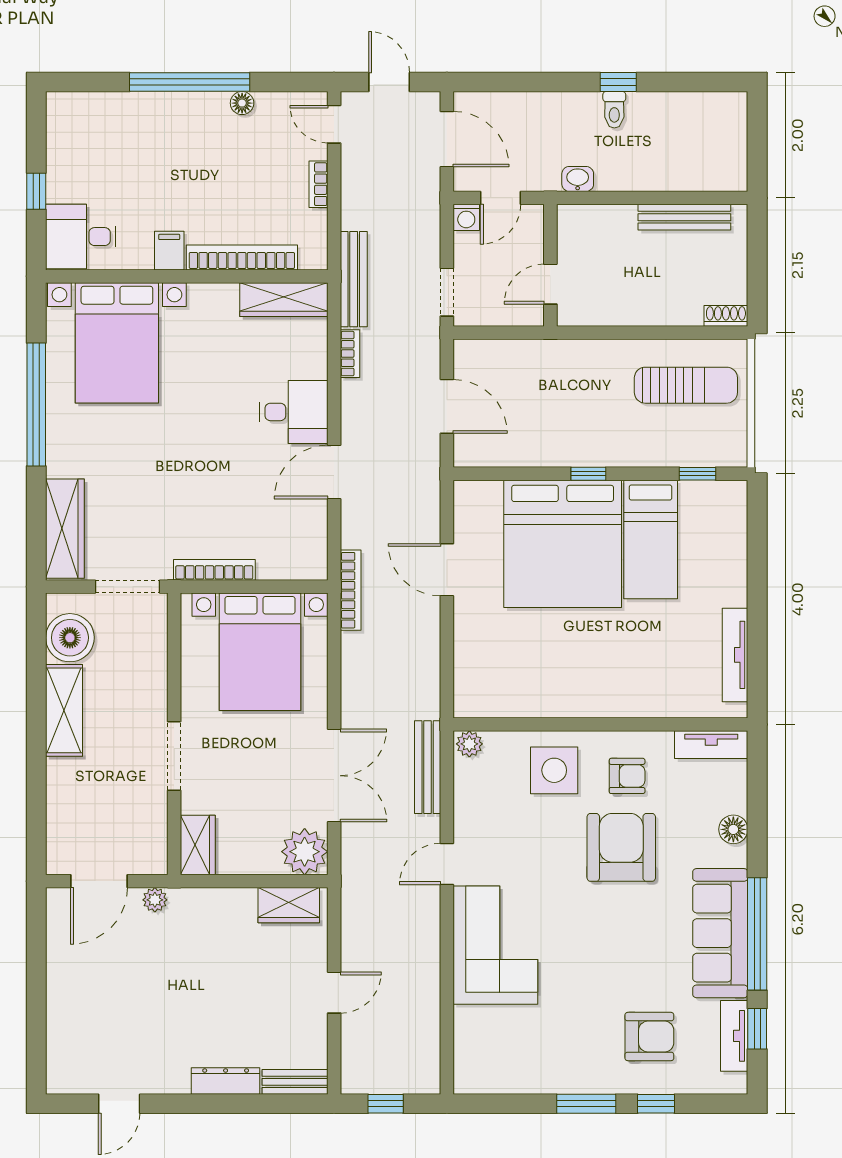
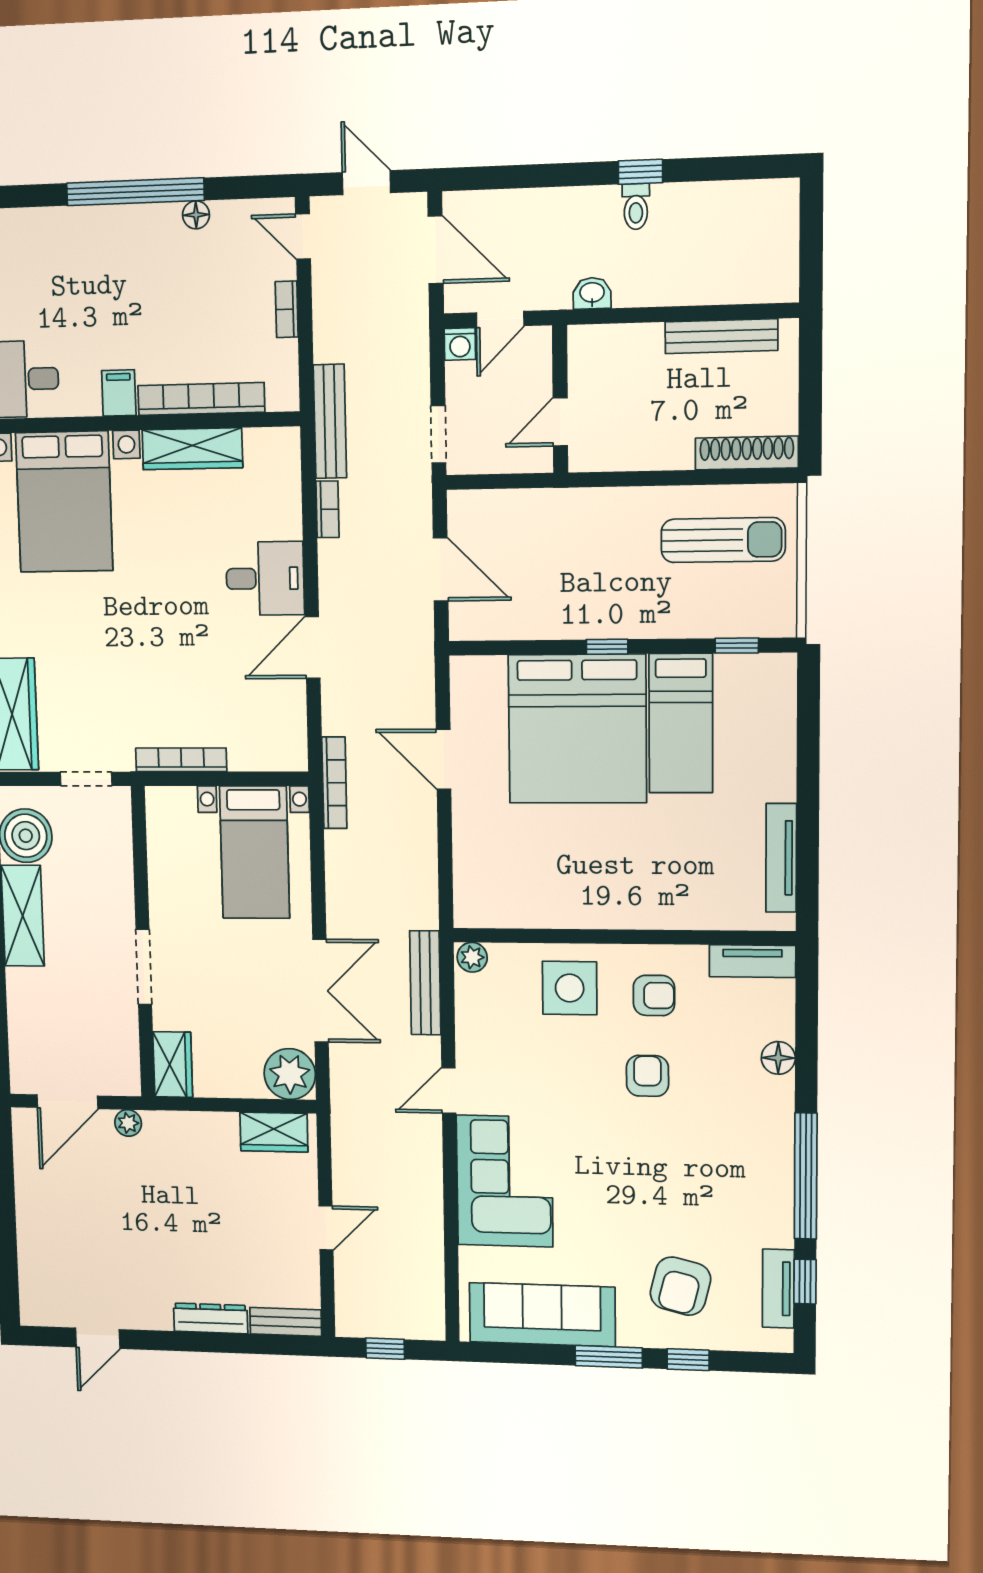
wardrobe: (284, 300) -> (192, 449), moved
shoe rack: (726, 316) -> (747, 453), width x1.94, depth x1.24
doorway: (128, 587) -> (86, 779), width x0.73
bed with nightstands: (260, 652) -> (255, 852), width x0.73
armchair: (621, 847) -> (647, 1076), width x0.53, depth x0.53
sofa: (720, 933) -> (542, 1315), moved, turned 90
armchair: (649, 1037) -> (680, 1286), turned 104

